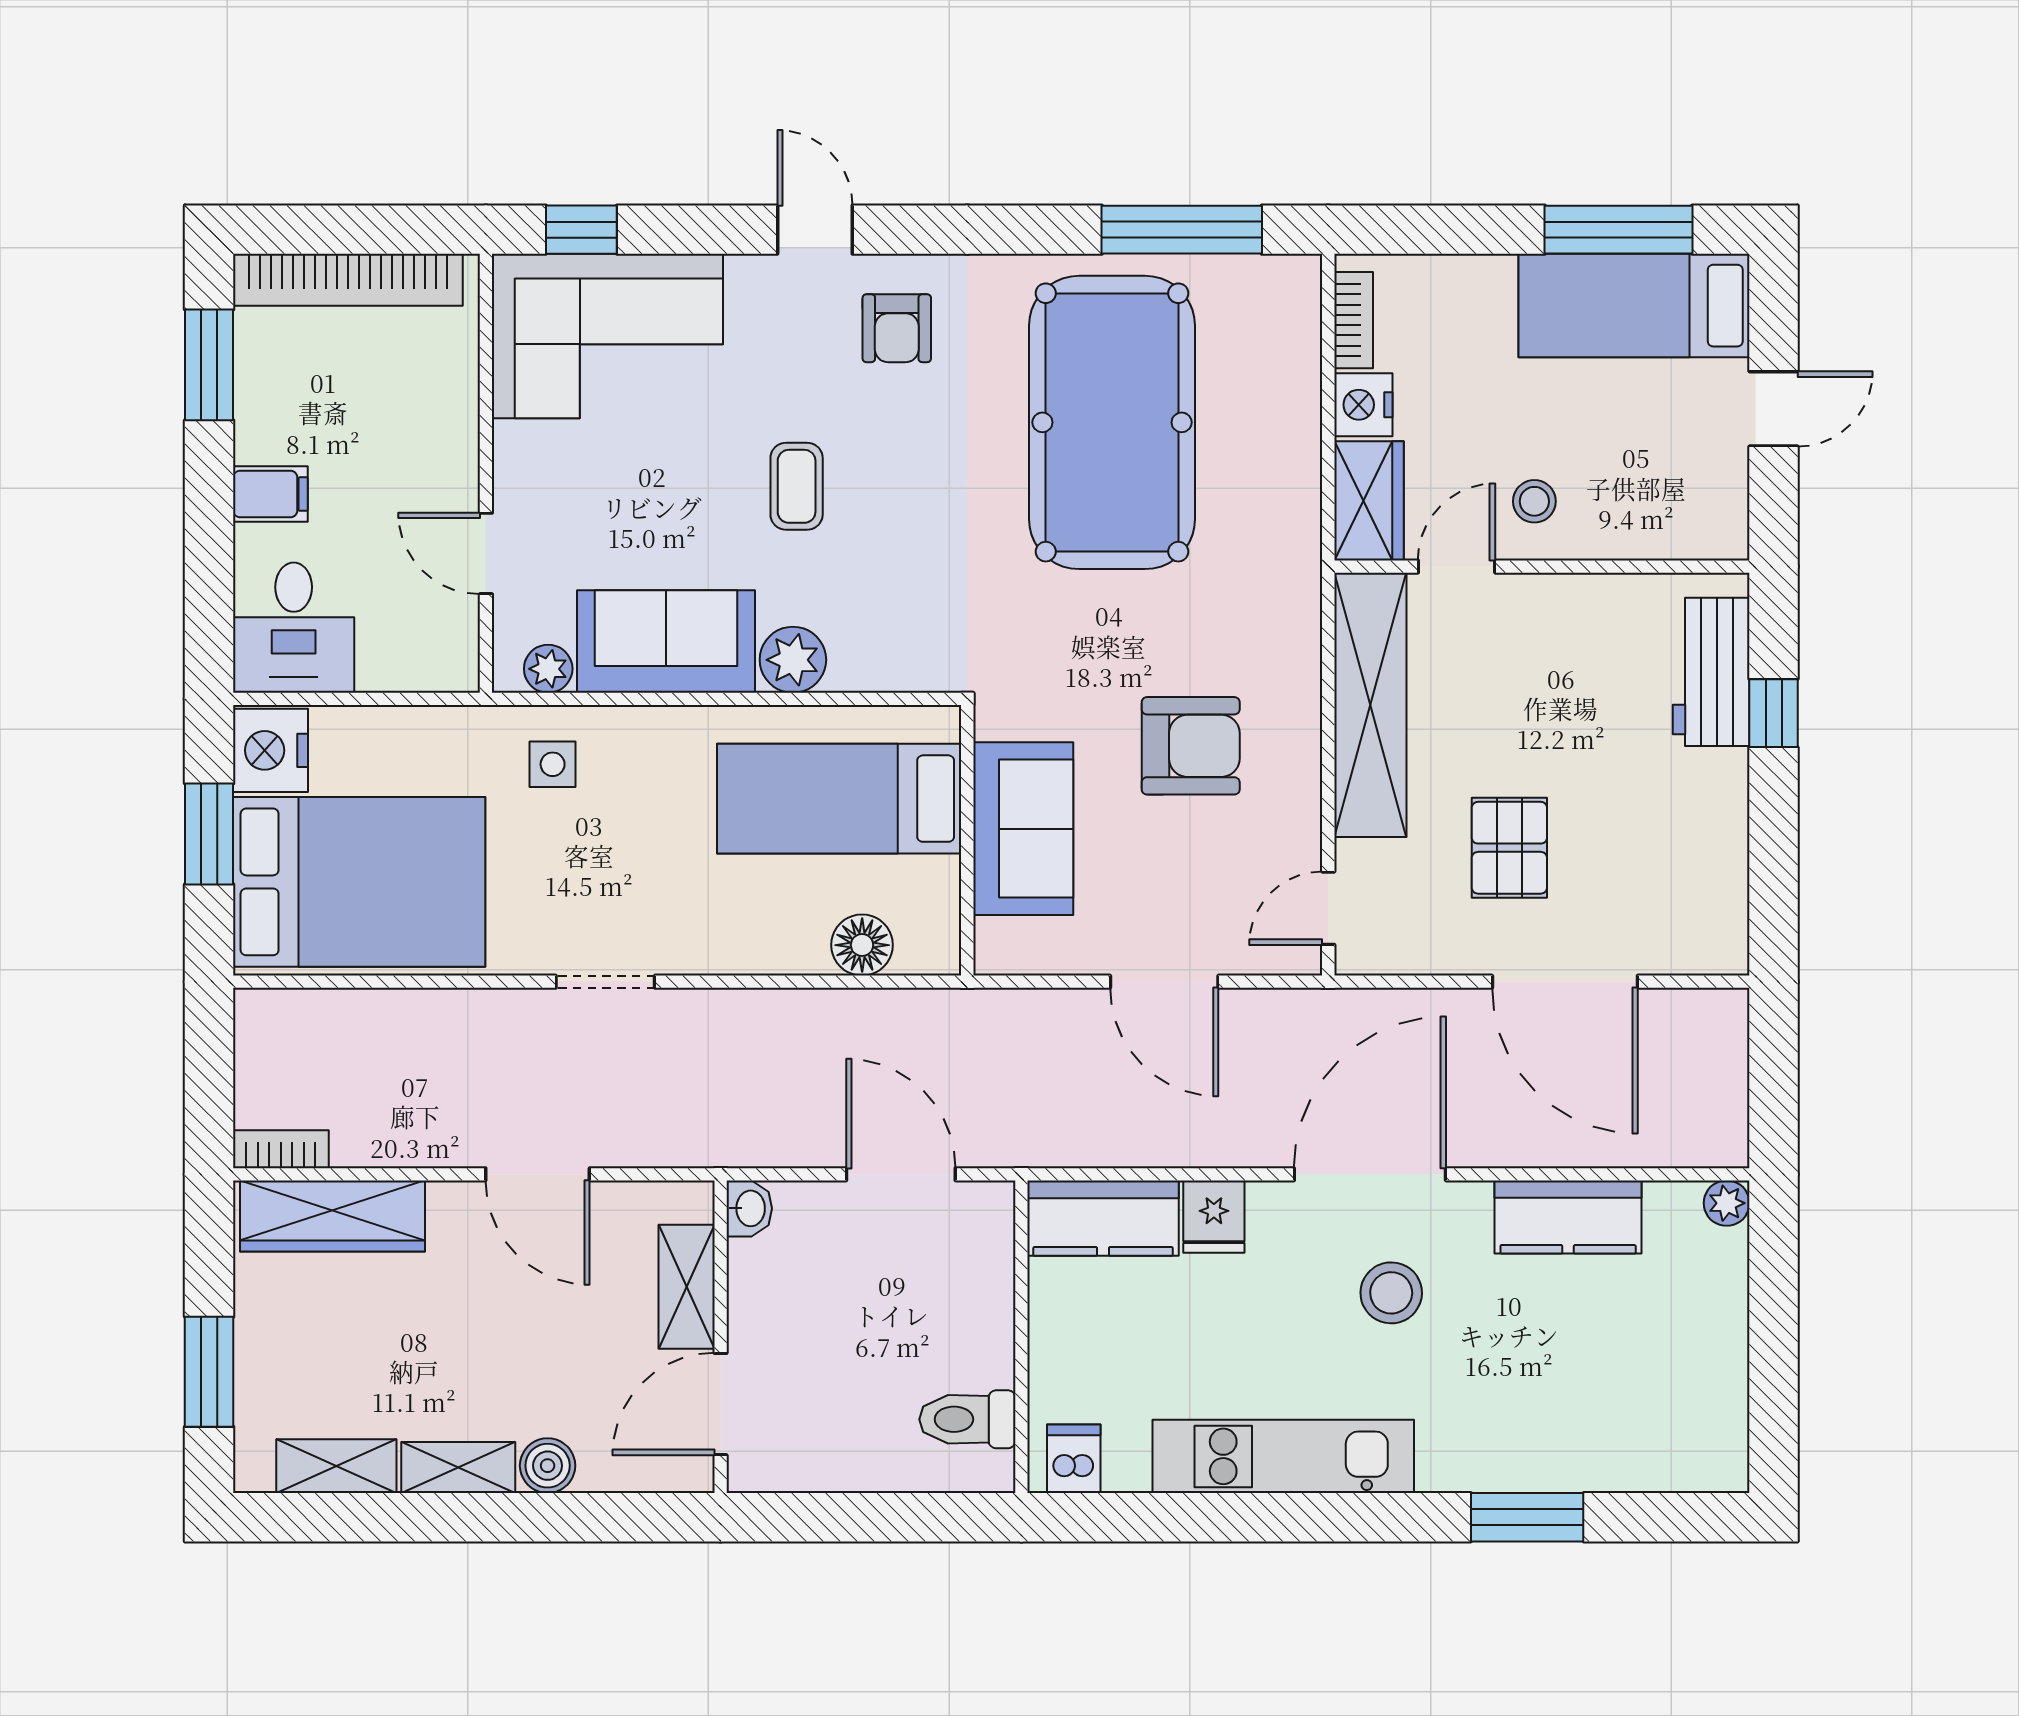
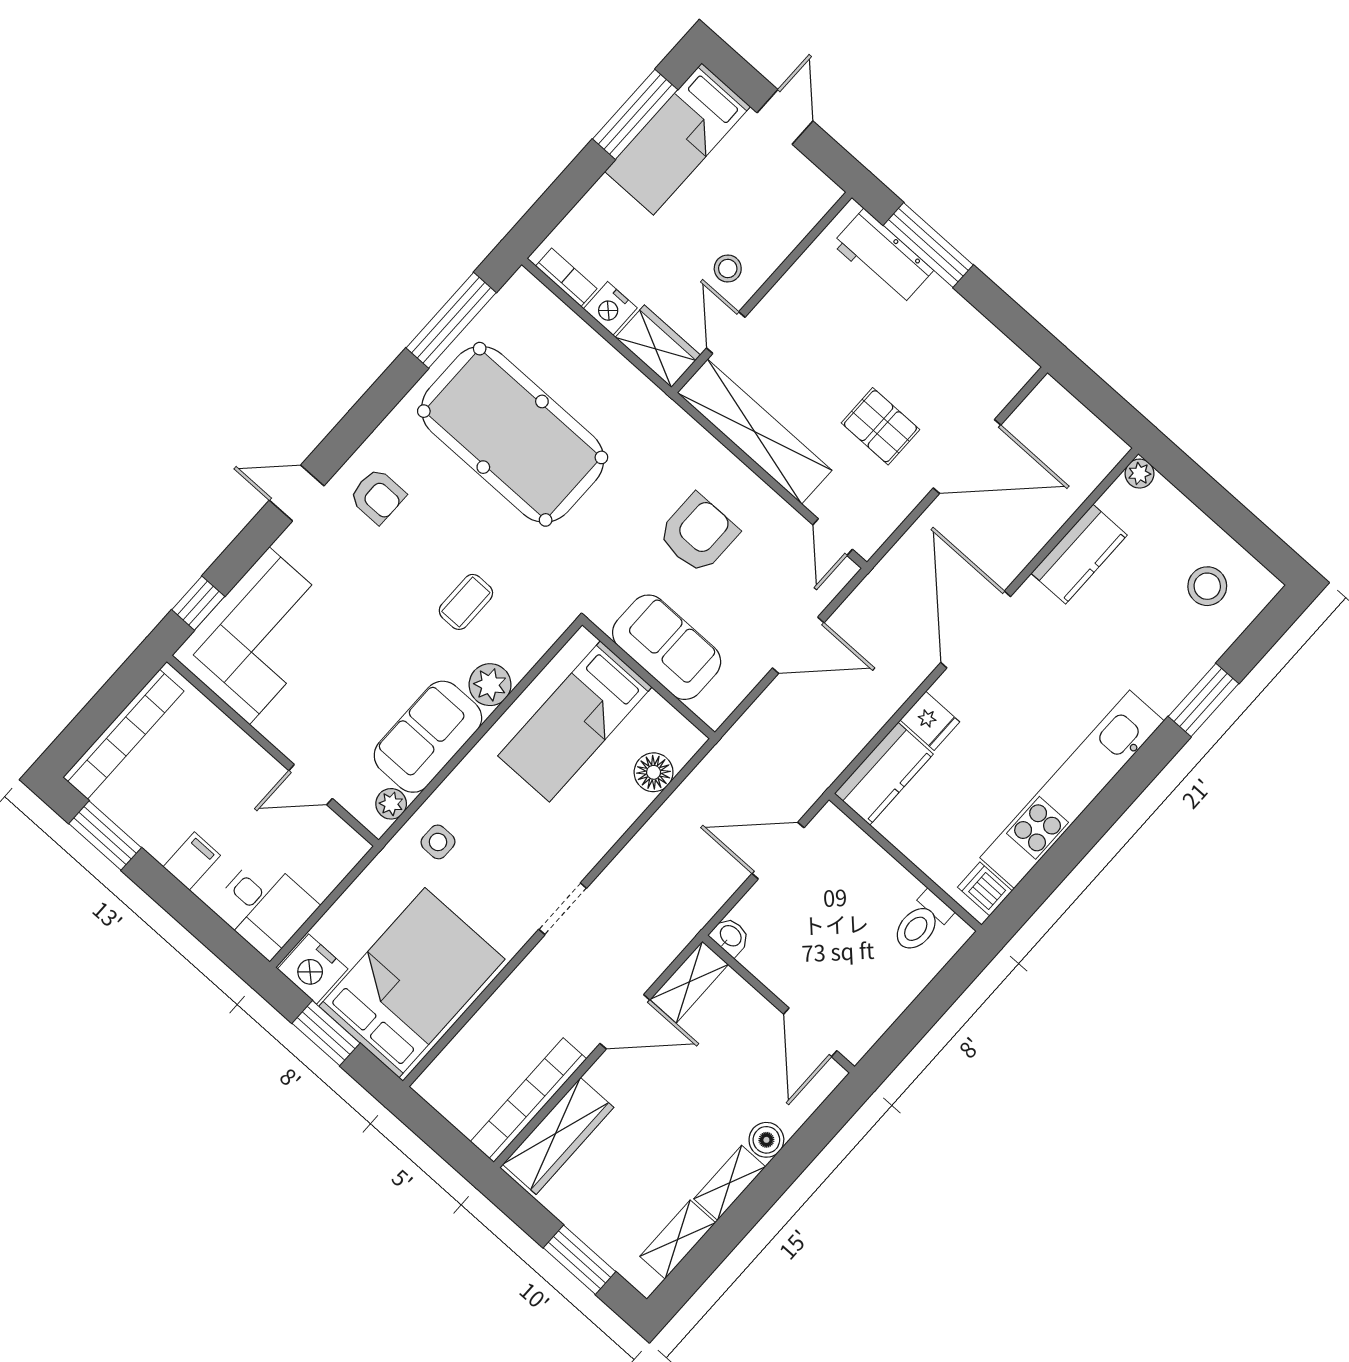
coffee table: (797, 486) -> (466, 602), moved, turned 90
window: (1774, 713) -> (928, 245), width x2.17
bookcase: (281, 1149) -> (528, 1100), width x2.31, depth x1.31
shelving: (687, 1287) -> (689, 982), moved, turned 90
stool: (1391, 1293) -> (1207, 586), moved
kitchen unit: (1283, 1456) -> (1072, 789), width x1.36

